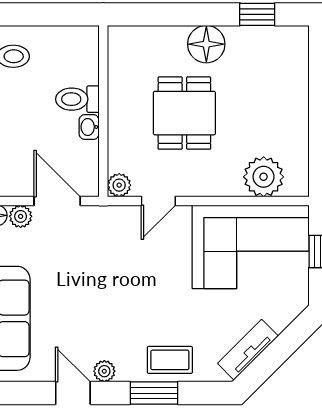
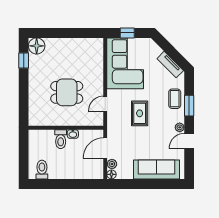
floor lamp: (206, 44) -> (37, 46), moved
plant: (264, 177) -> (95, 58), removed
plant: (119, 185) -> (98, 121), removed
door: (158, 201) -> (105, 104), swing flipped
rug: (136, 280) -> (140, 113), added

